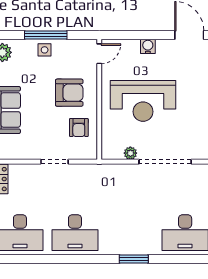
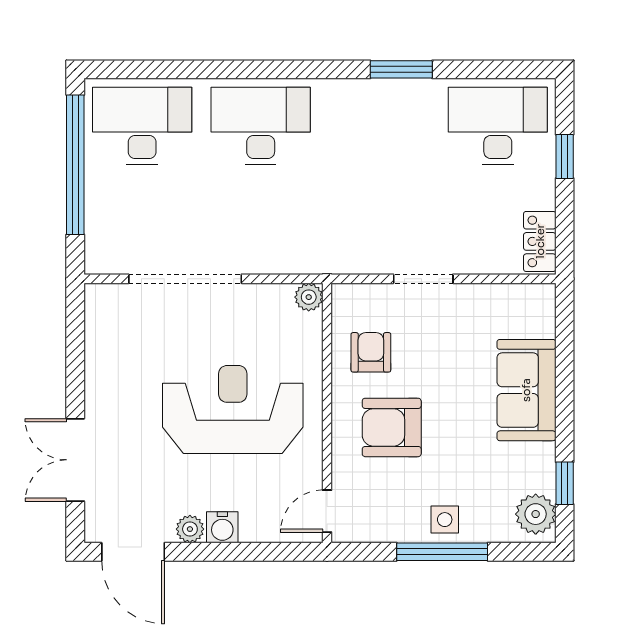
plant: (163, 45) -> (190, 529), added
plant: (130, 153) -> (309, 297), moved
desk: (75, 233) -> (261, 126), moved
window: (134, 259) -> (401, 69), moved

